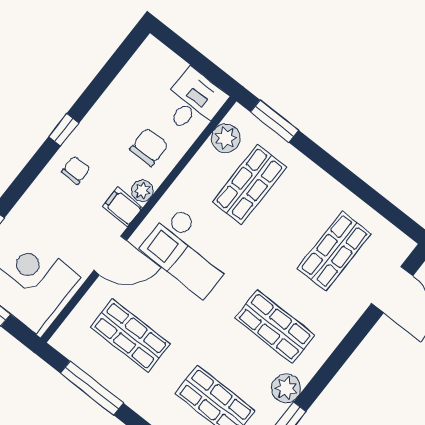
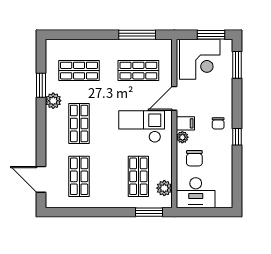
desk: (193, 102) -> (196, 193), width x1.37
shop shelf: (275, 327) -> (79, 123), turned 90

